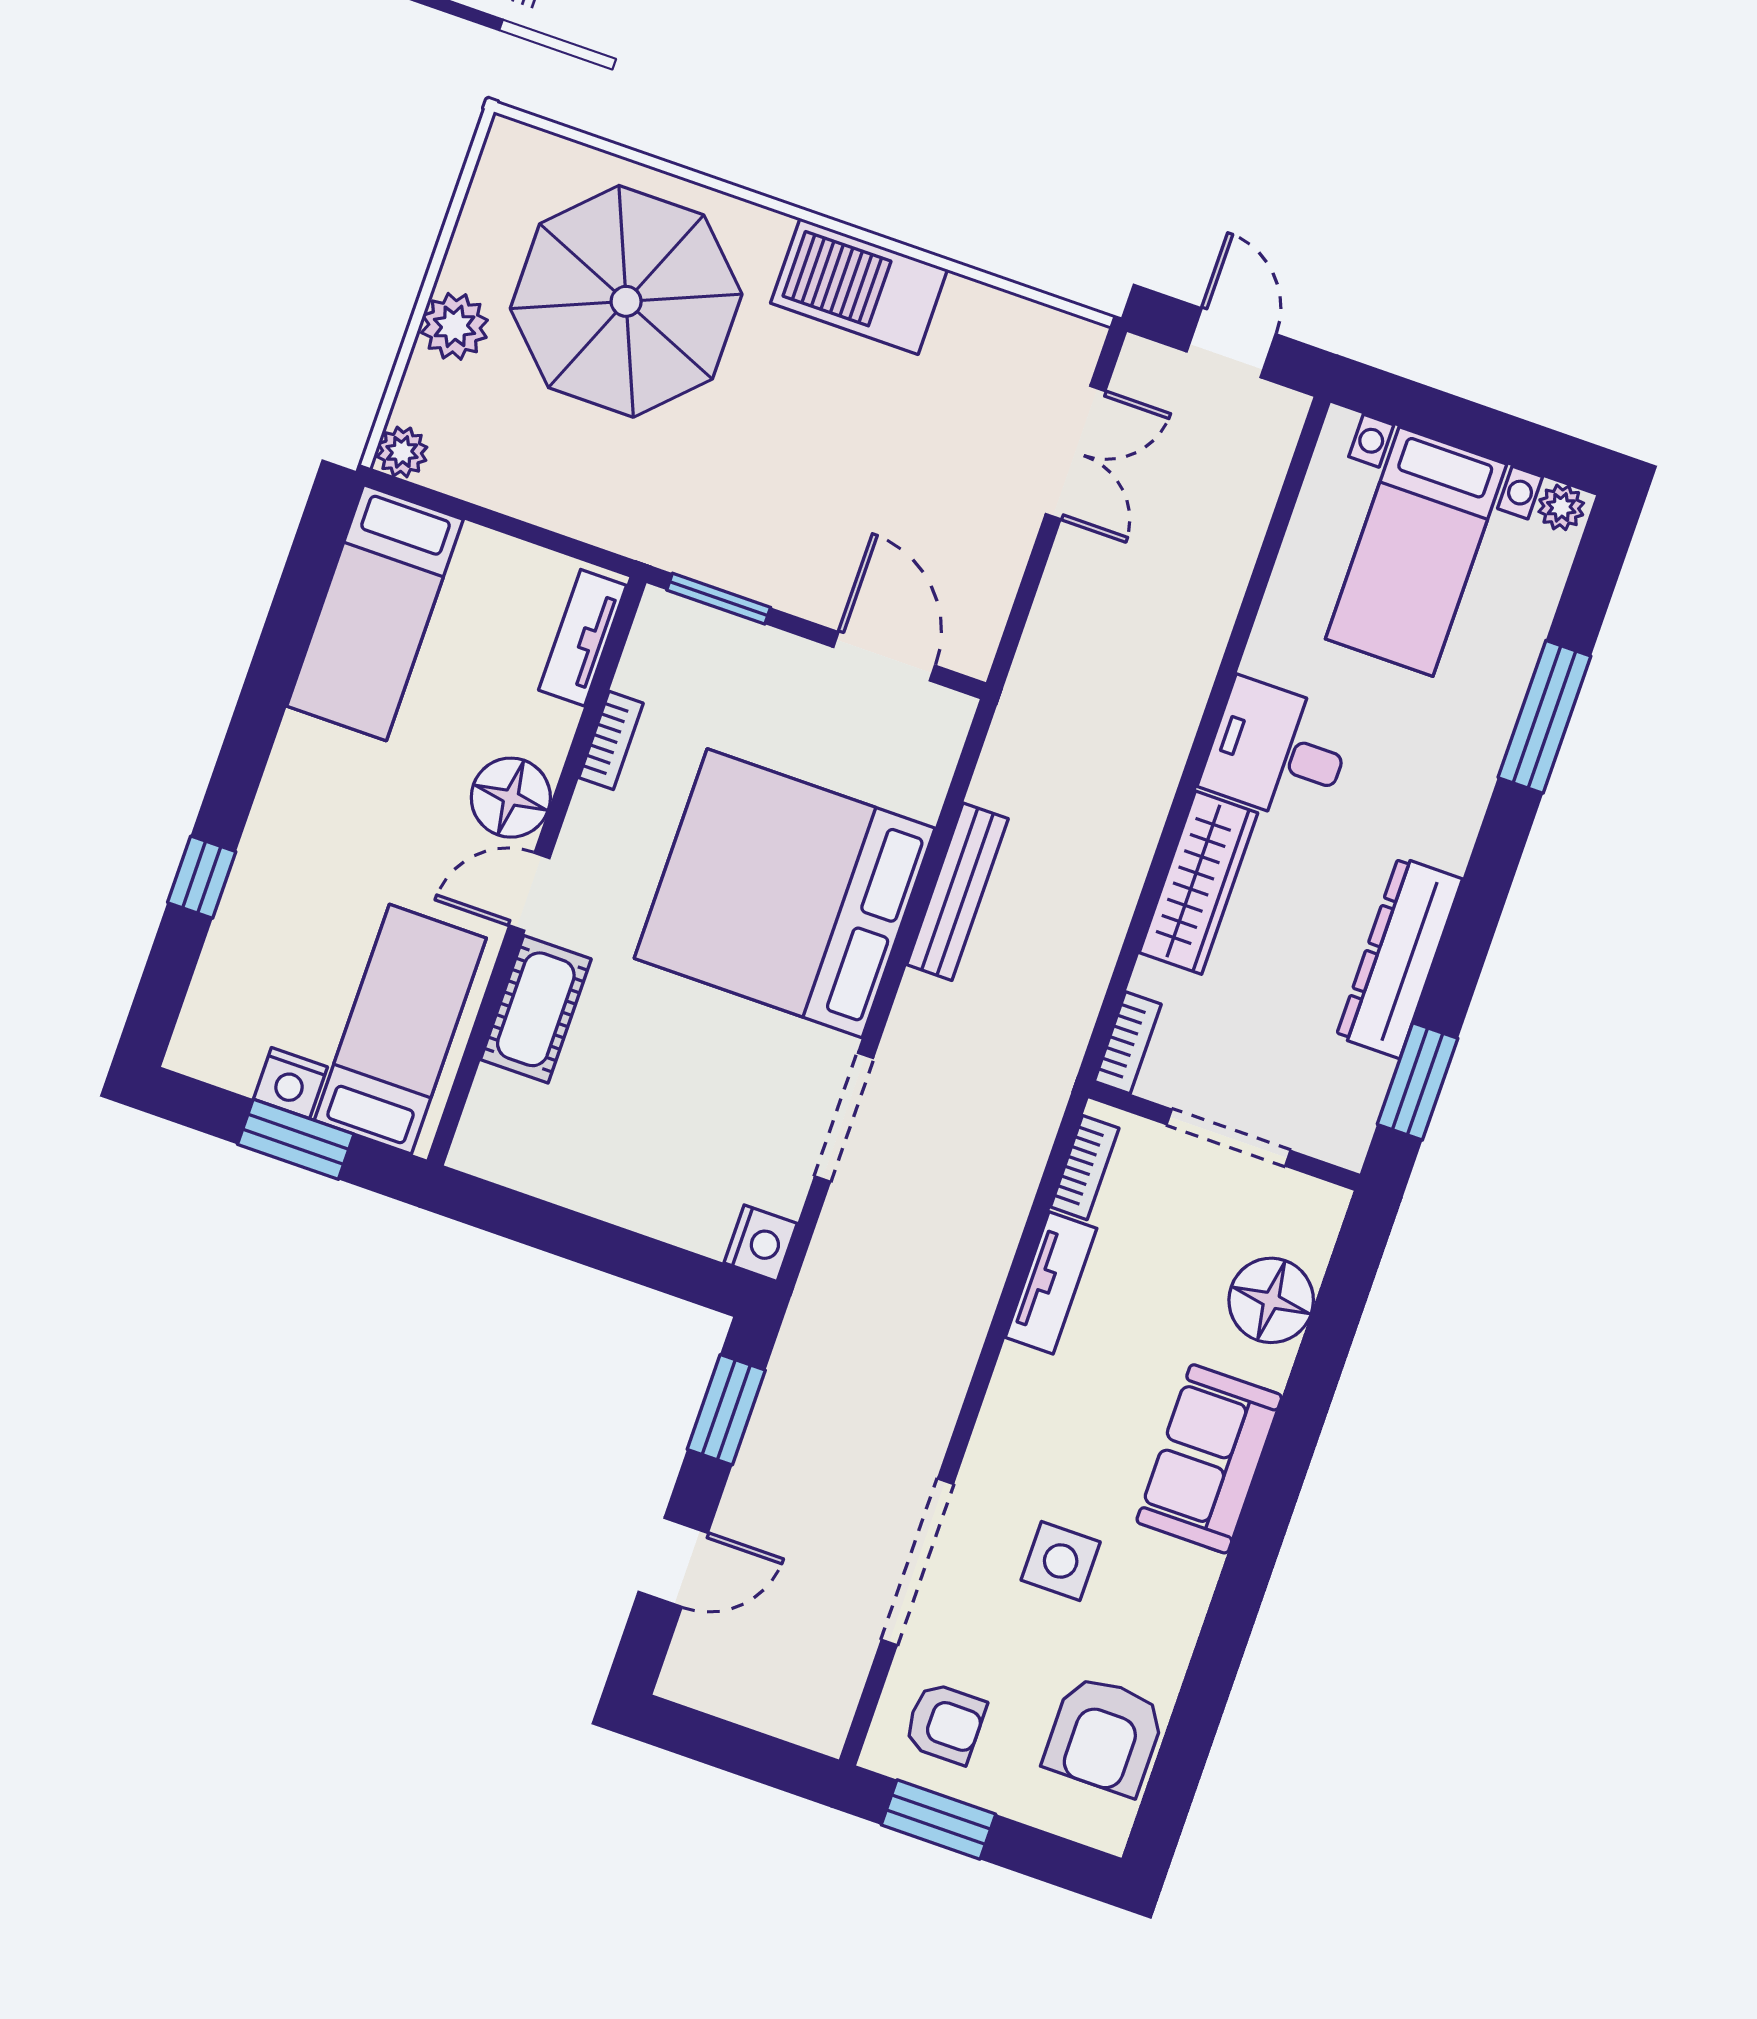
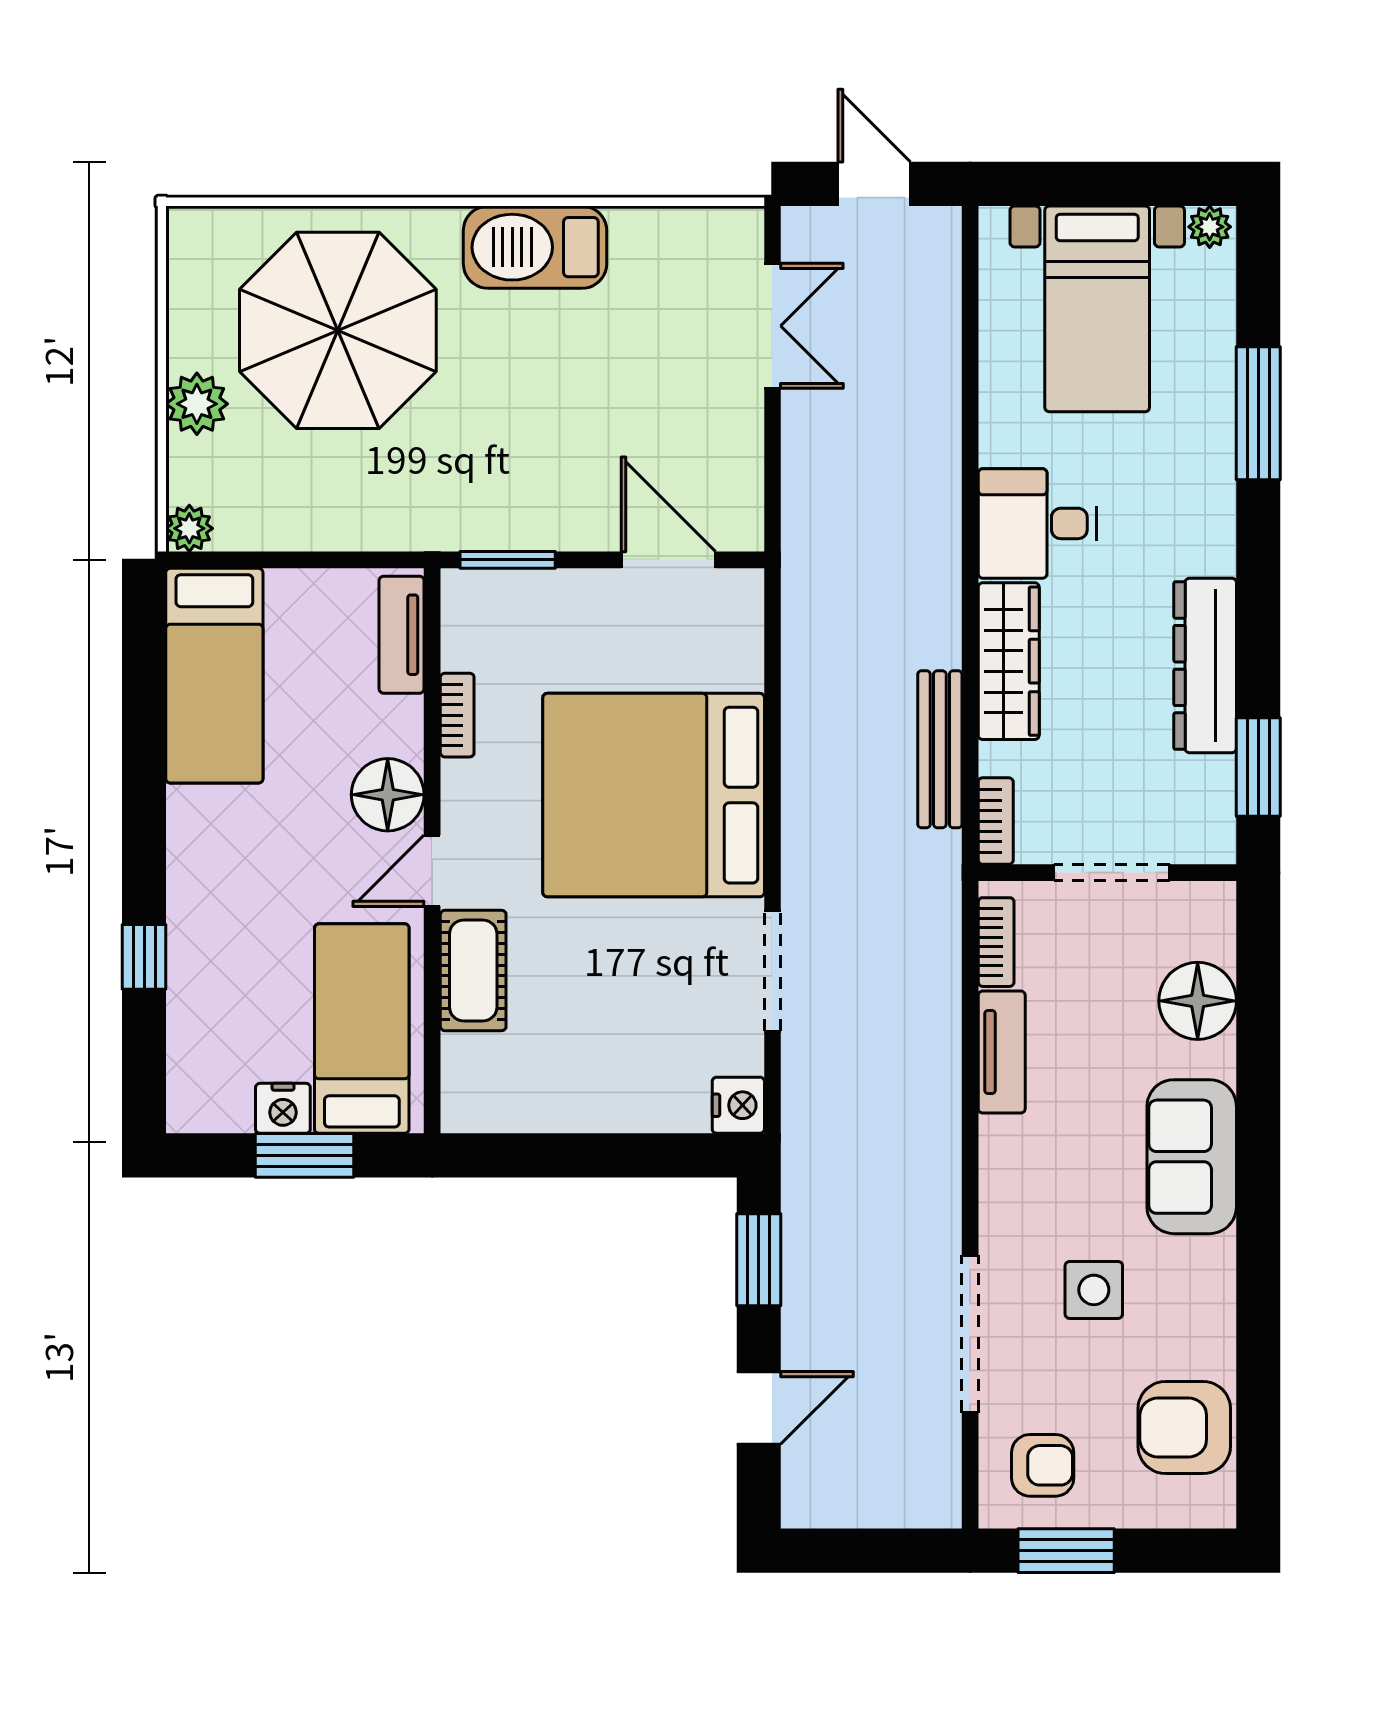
bench: (957, 892) -> (940, 749), moved
armchair: (1104, 1735) -> (1184, 1427), turned 90

